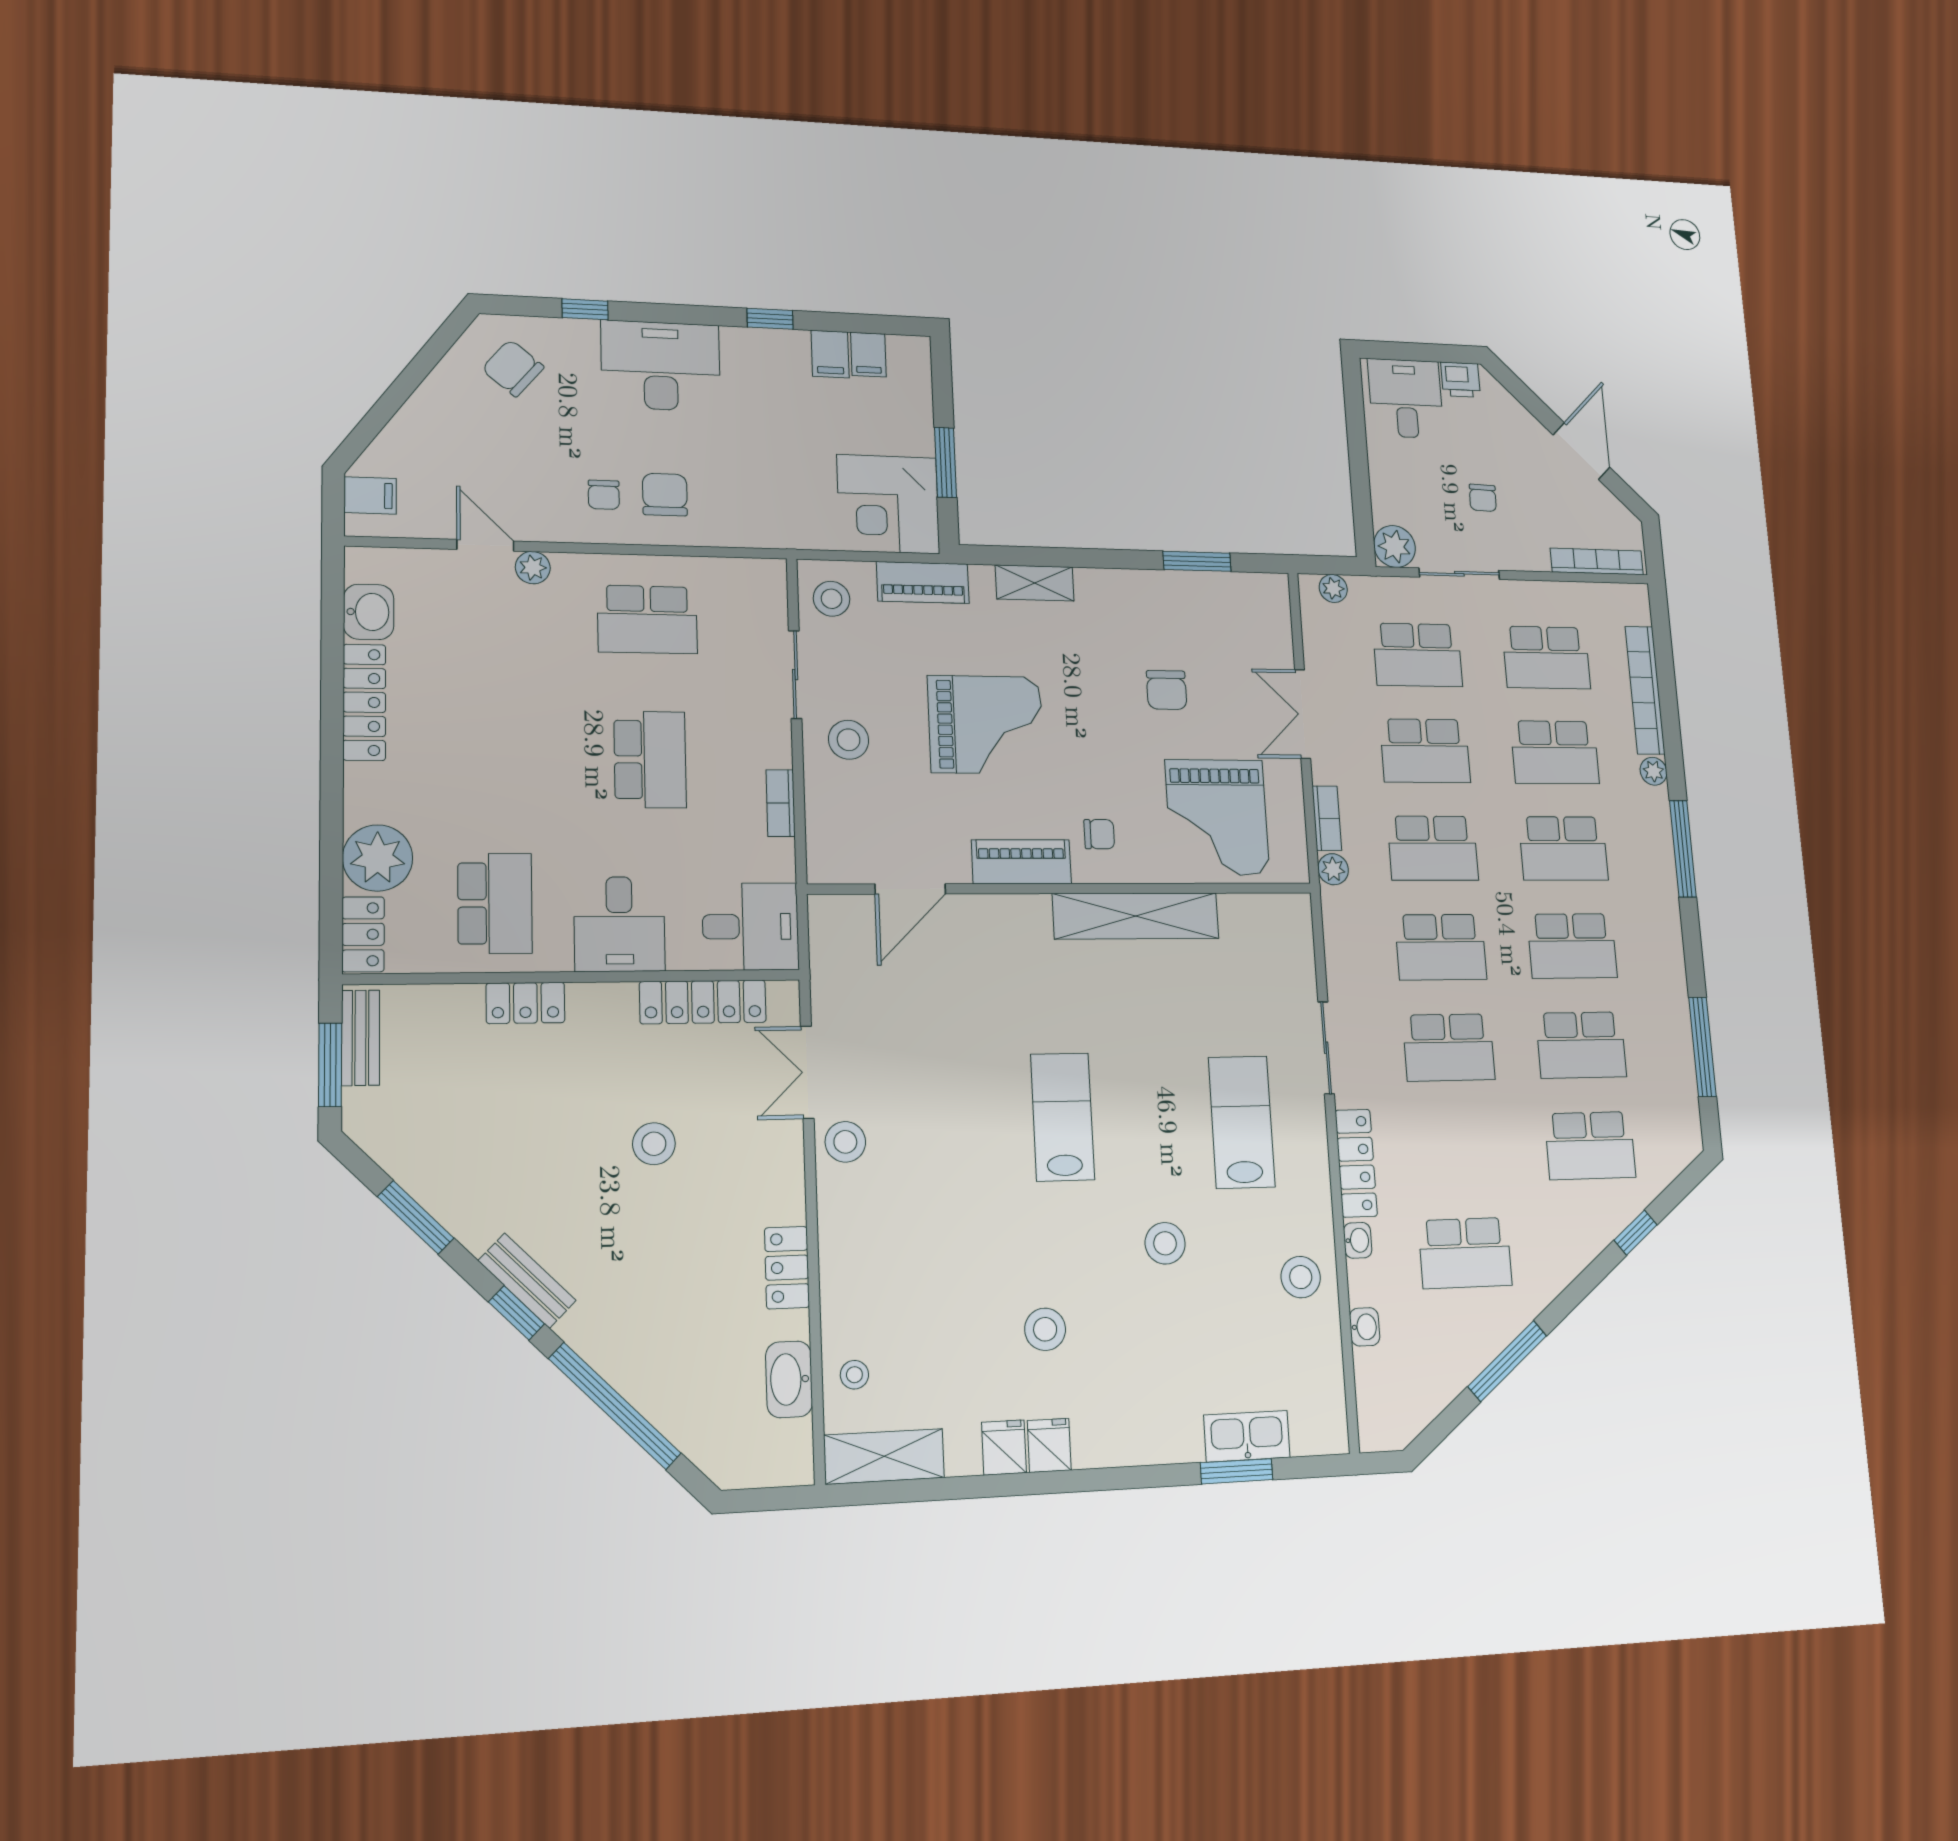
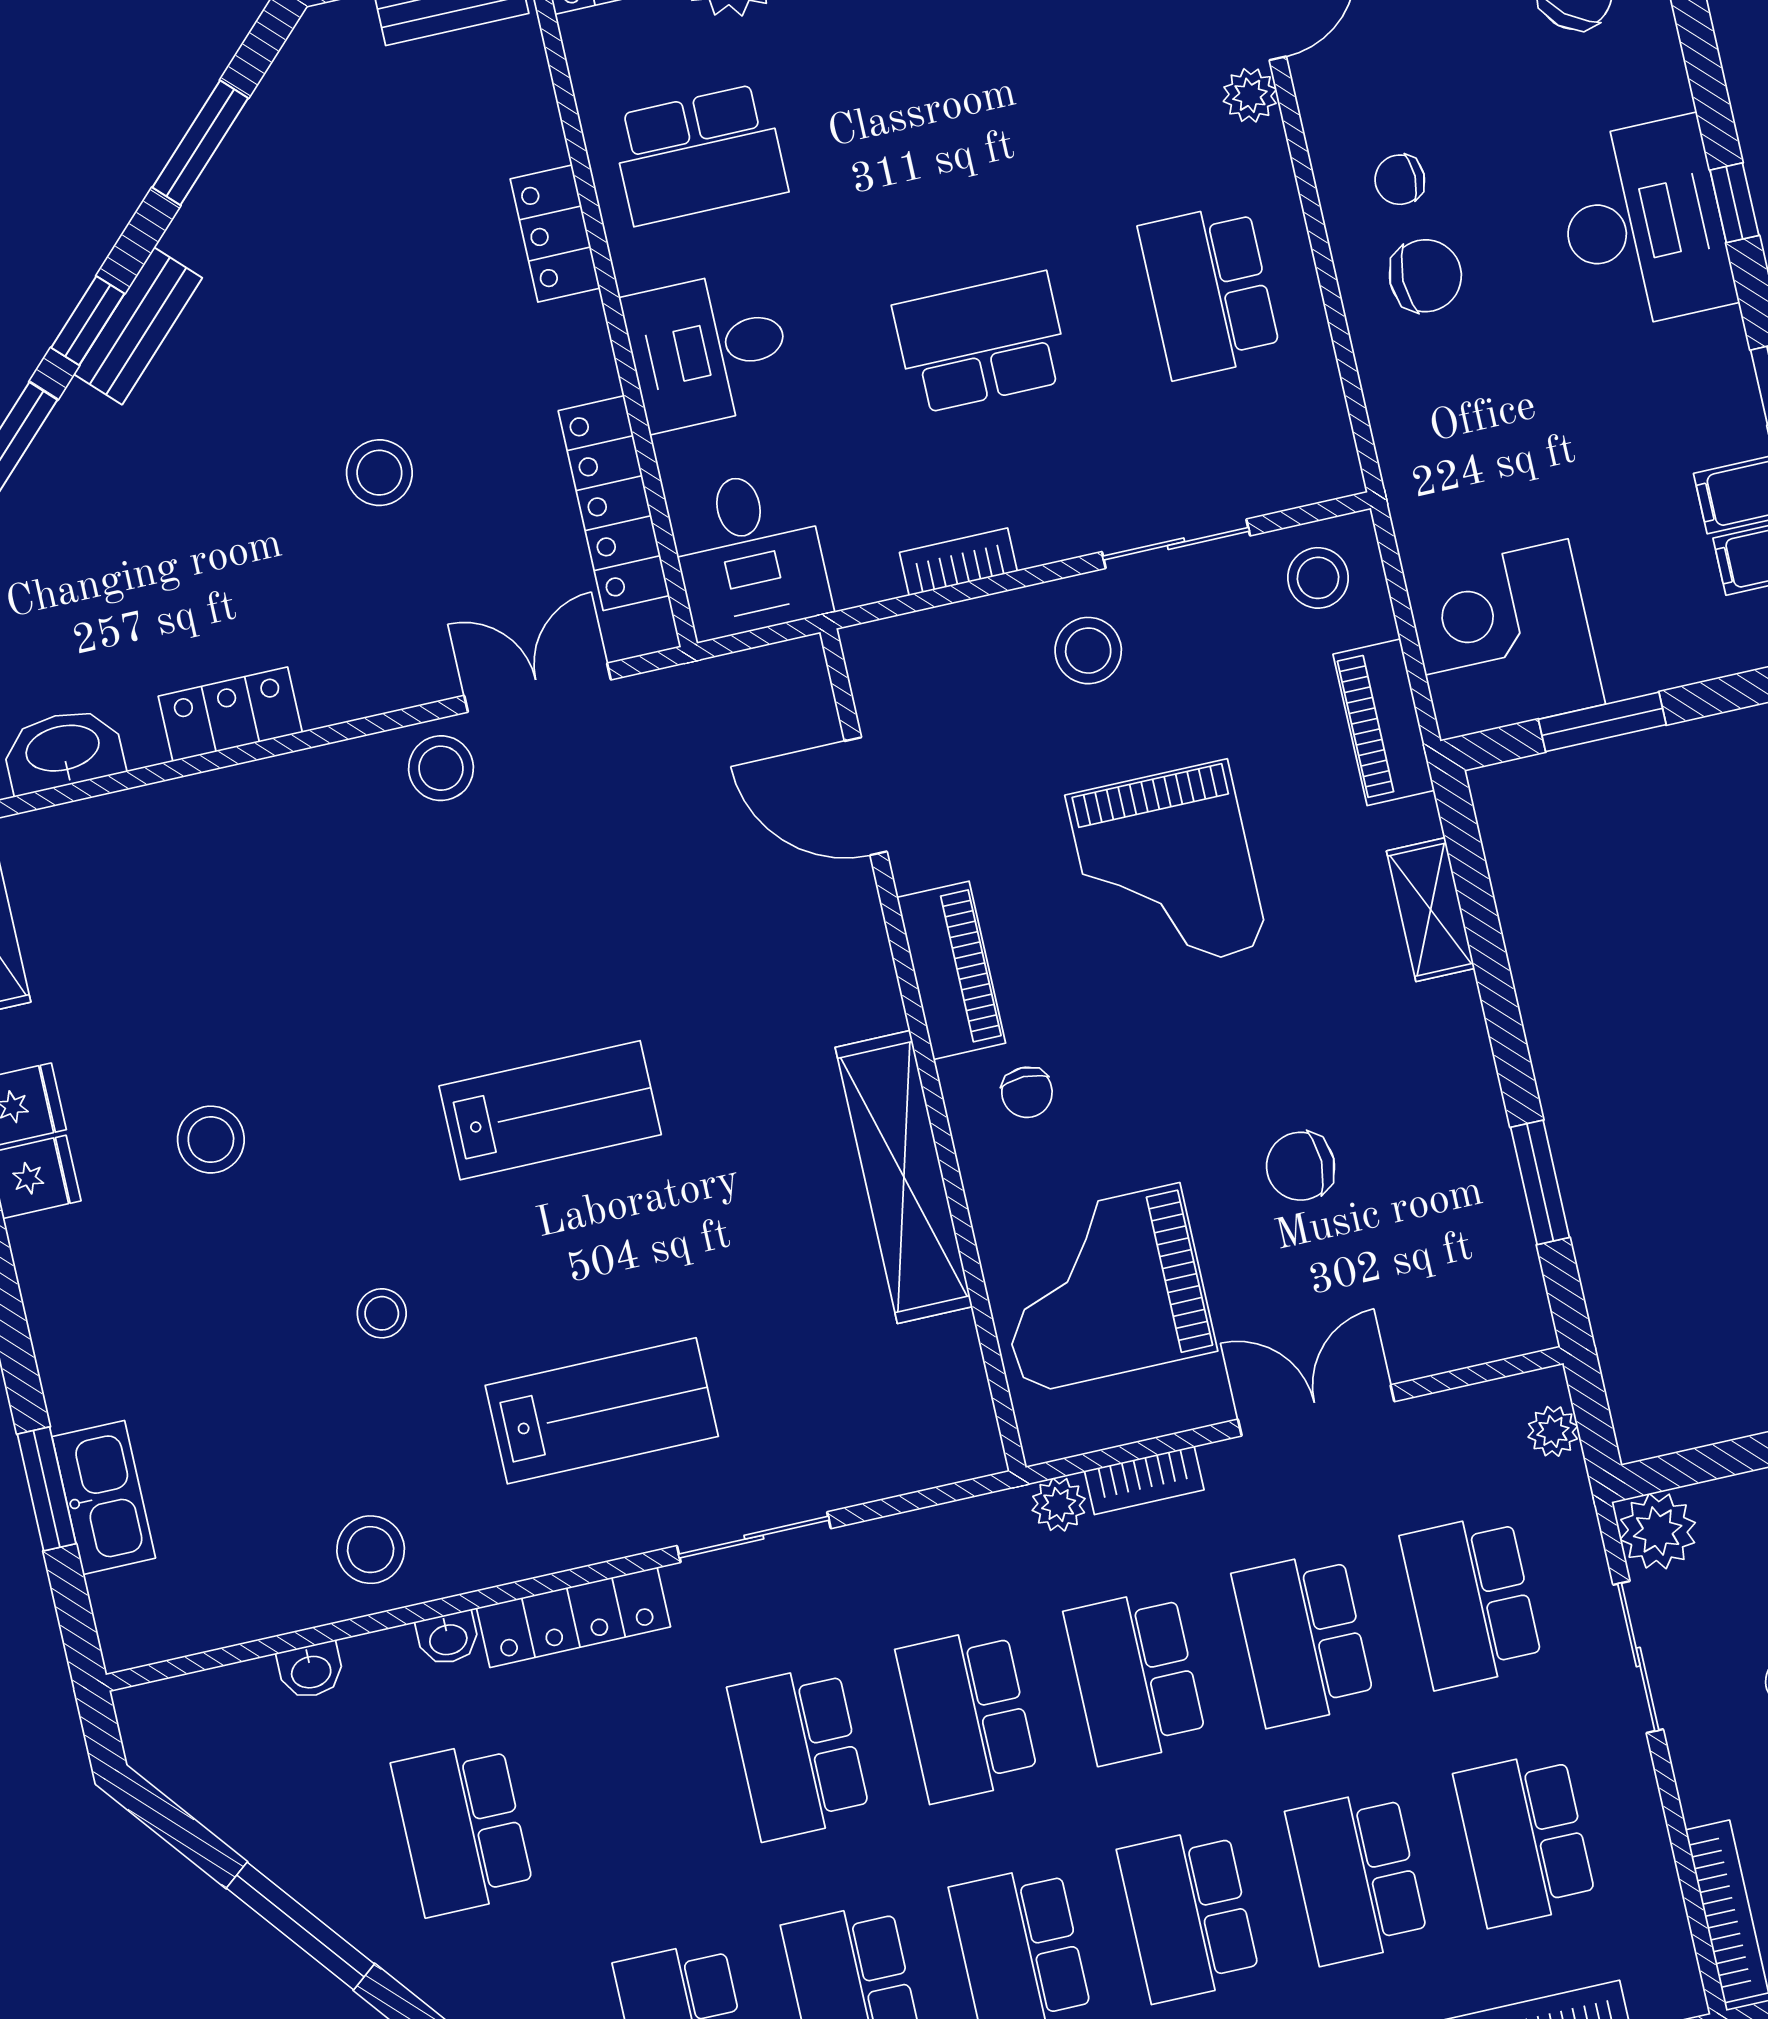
window: (585, 309) -> (1734, 203), moved
school desk: (650, 760) -> (981, 343), turned 180
stool: (1165, 1243) -> (382, 1313), width x0.73, depth x0.73
stool: (854, 1375) -> (88, 850), removed

